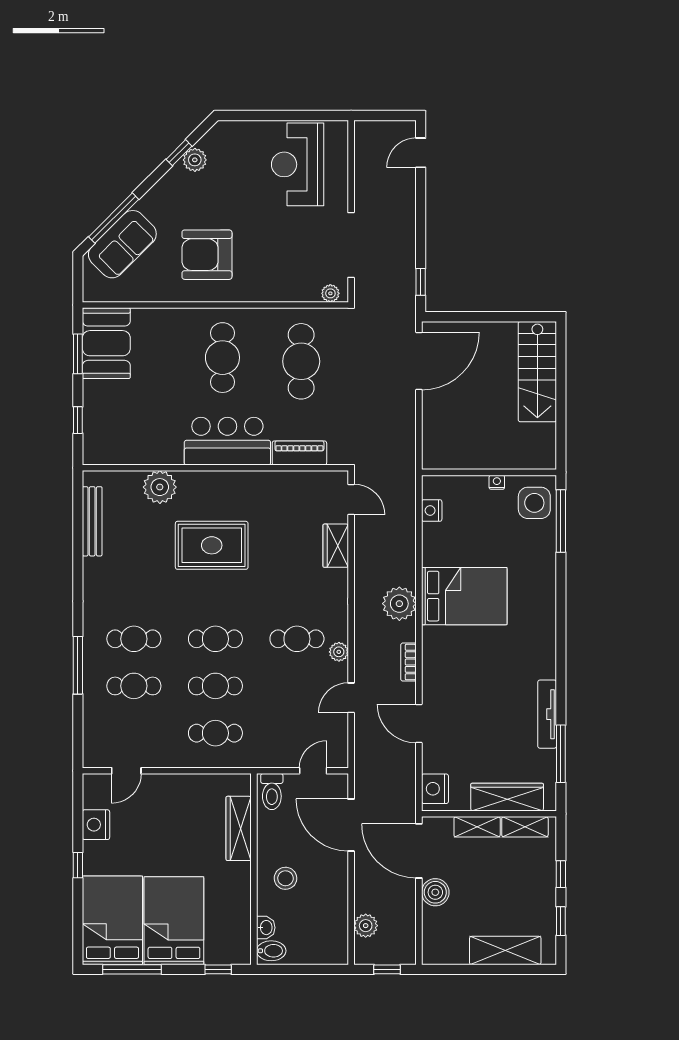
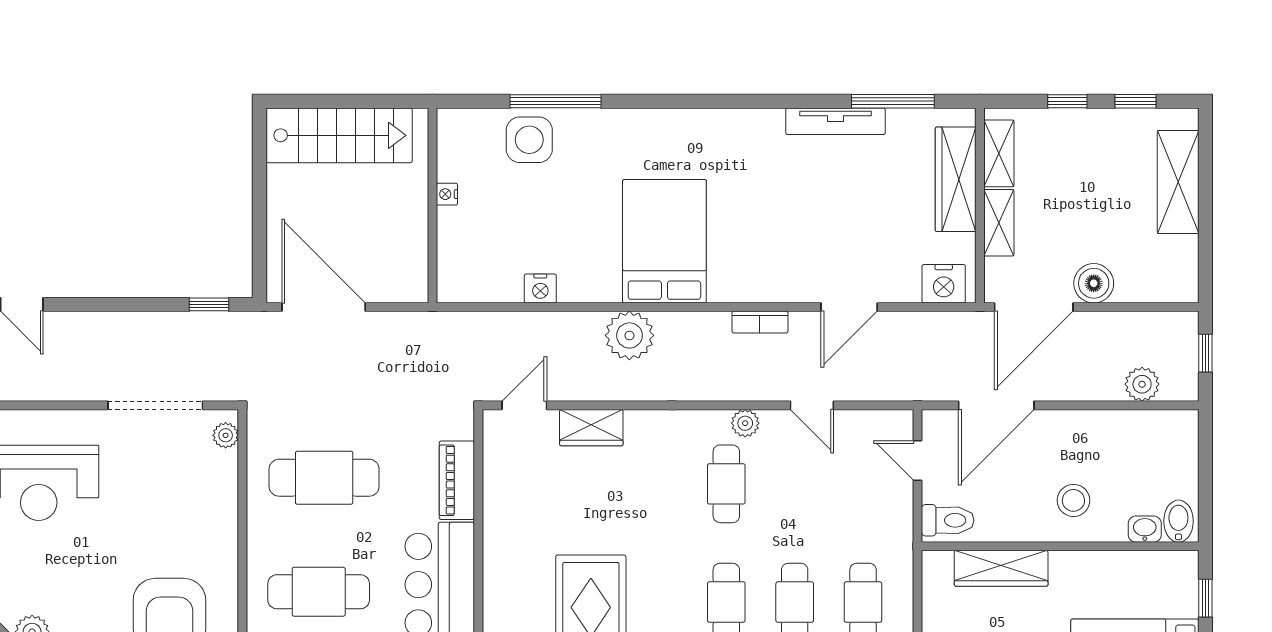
wall: (489, 472) -> (433, 205), moved
nightstand: (497, 482) -> (447, 194), moved
plant: (399, 604) -> (629, 335), moved

